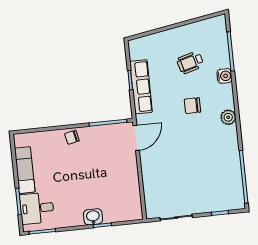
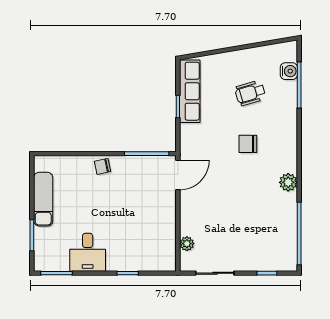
water cooler: (224, 76) -> (289, 71), moved
row of seats: (141, 87) -> (190, 91), moved
plant: (228, 117) -> (288, 182), moved
plant: (150, 195) -> (187, 244), added
desk: (37, 208) -> (88, 252), moved, turned -90
washbasin: (93, 217) -> (118, 262), removed

